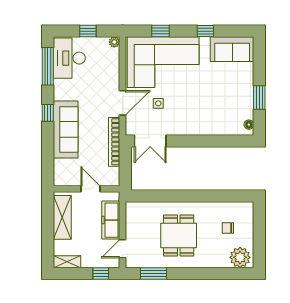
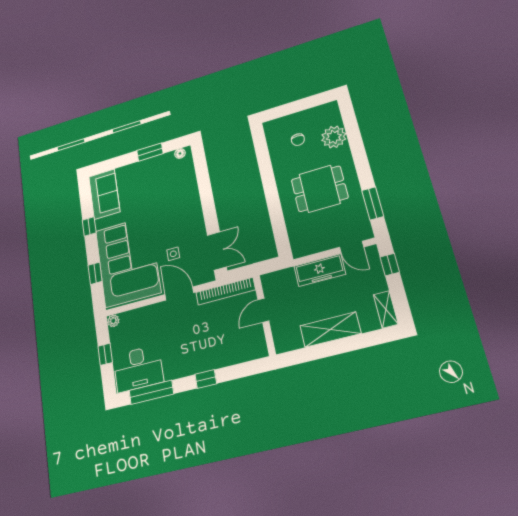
sofa: (66, 130) -> (222, 352), removed
wall: (87, 189) -> (264, 315), moved
door: (91, 189) -> (263, 310), moved
plant: (240, 257) -> (334, 137), moved

